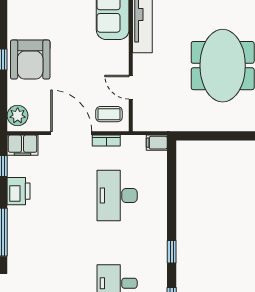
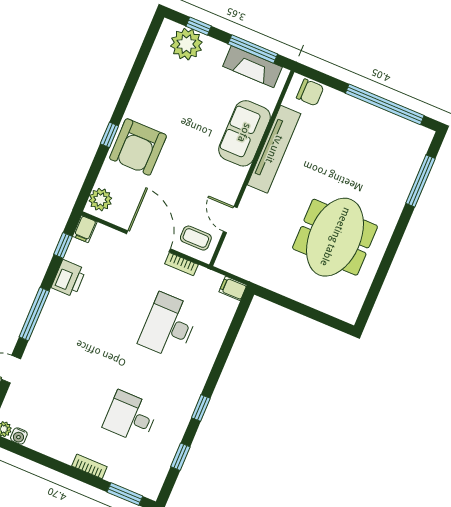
filing cabinet: (23, 145) -> (85, 229), width x0.50

